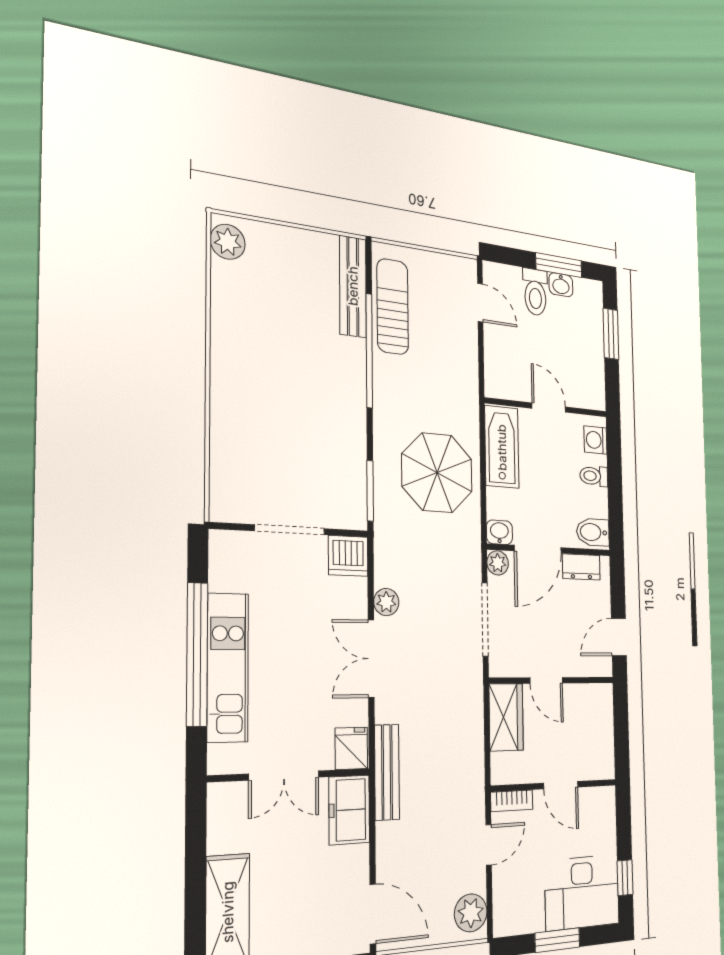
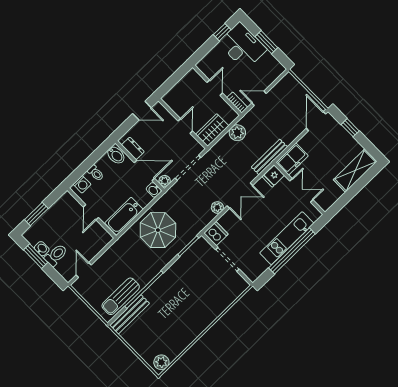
plant: (471, 913) -> (237, 133), moved

